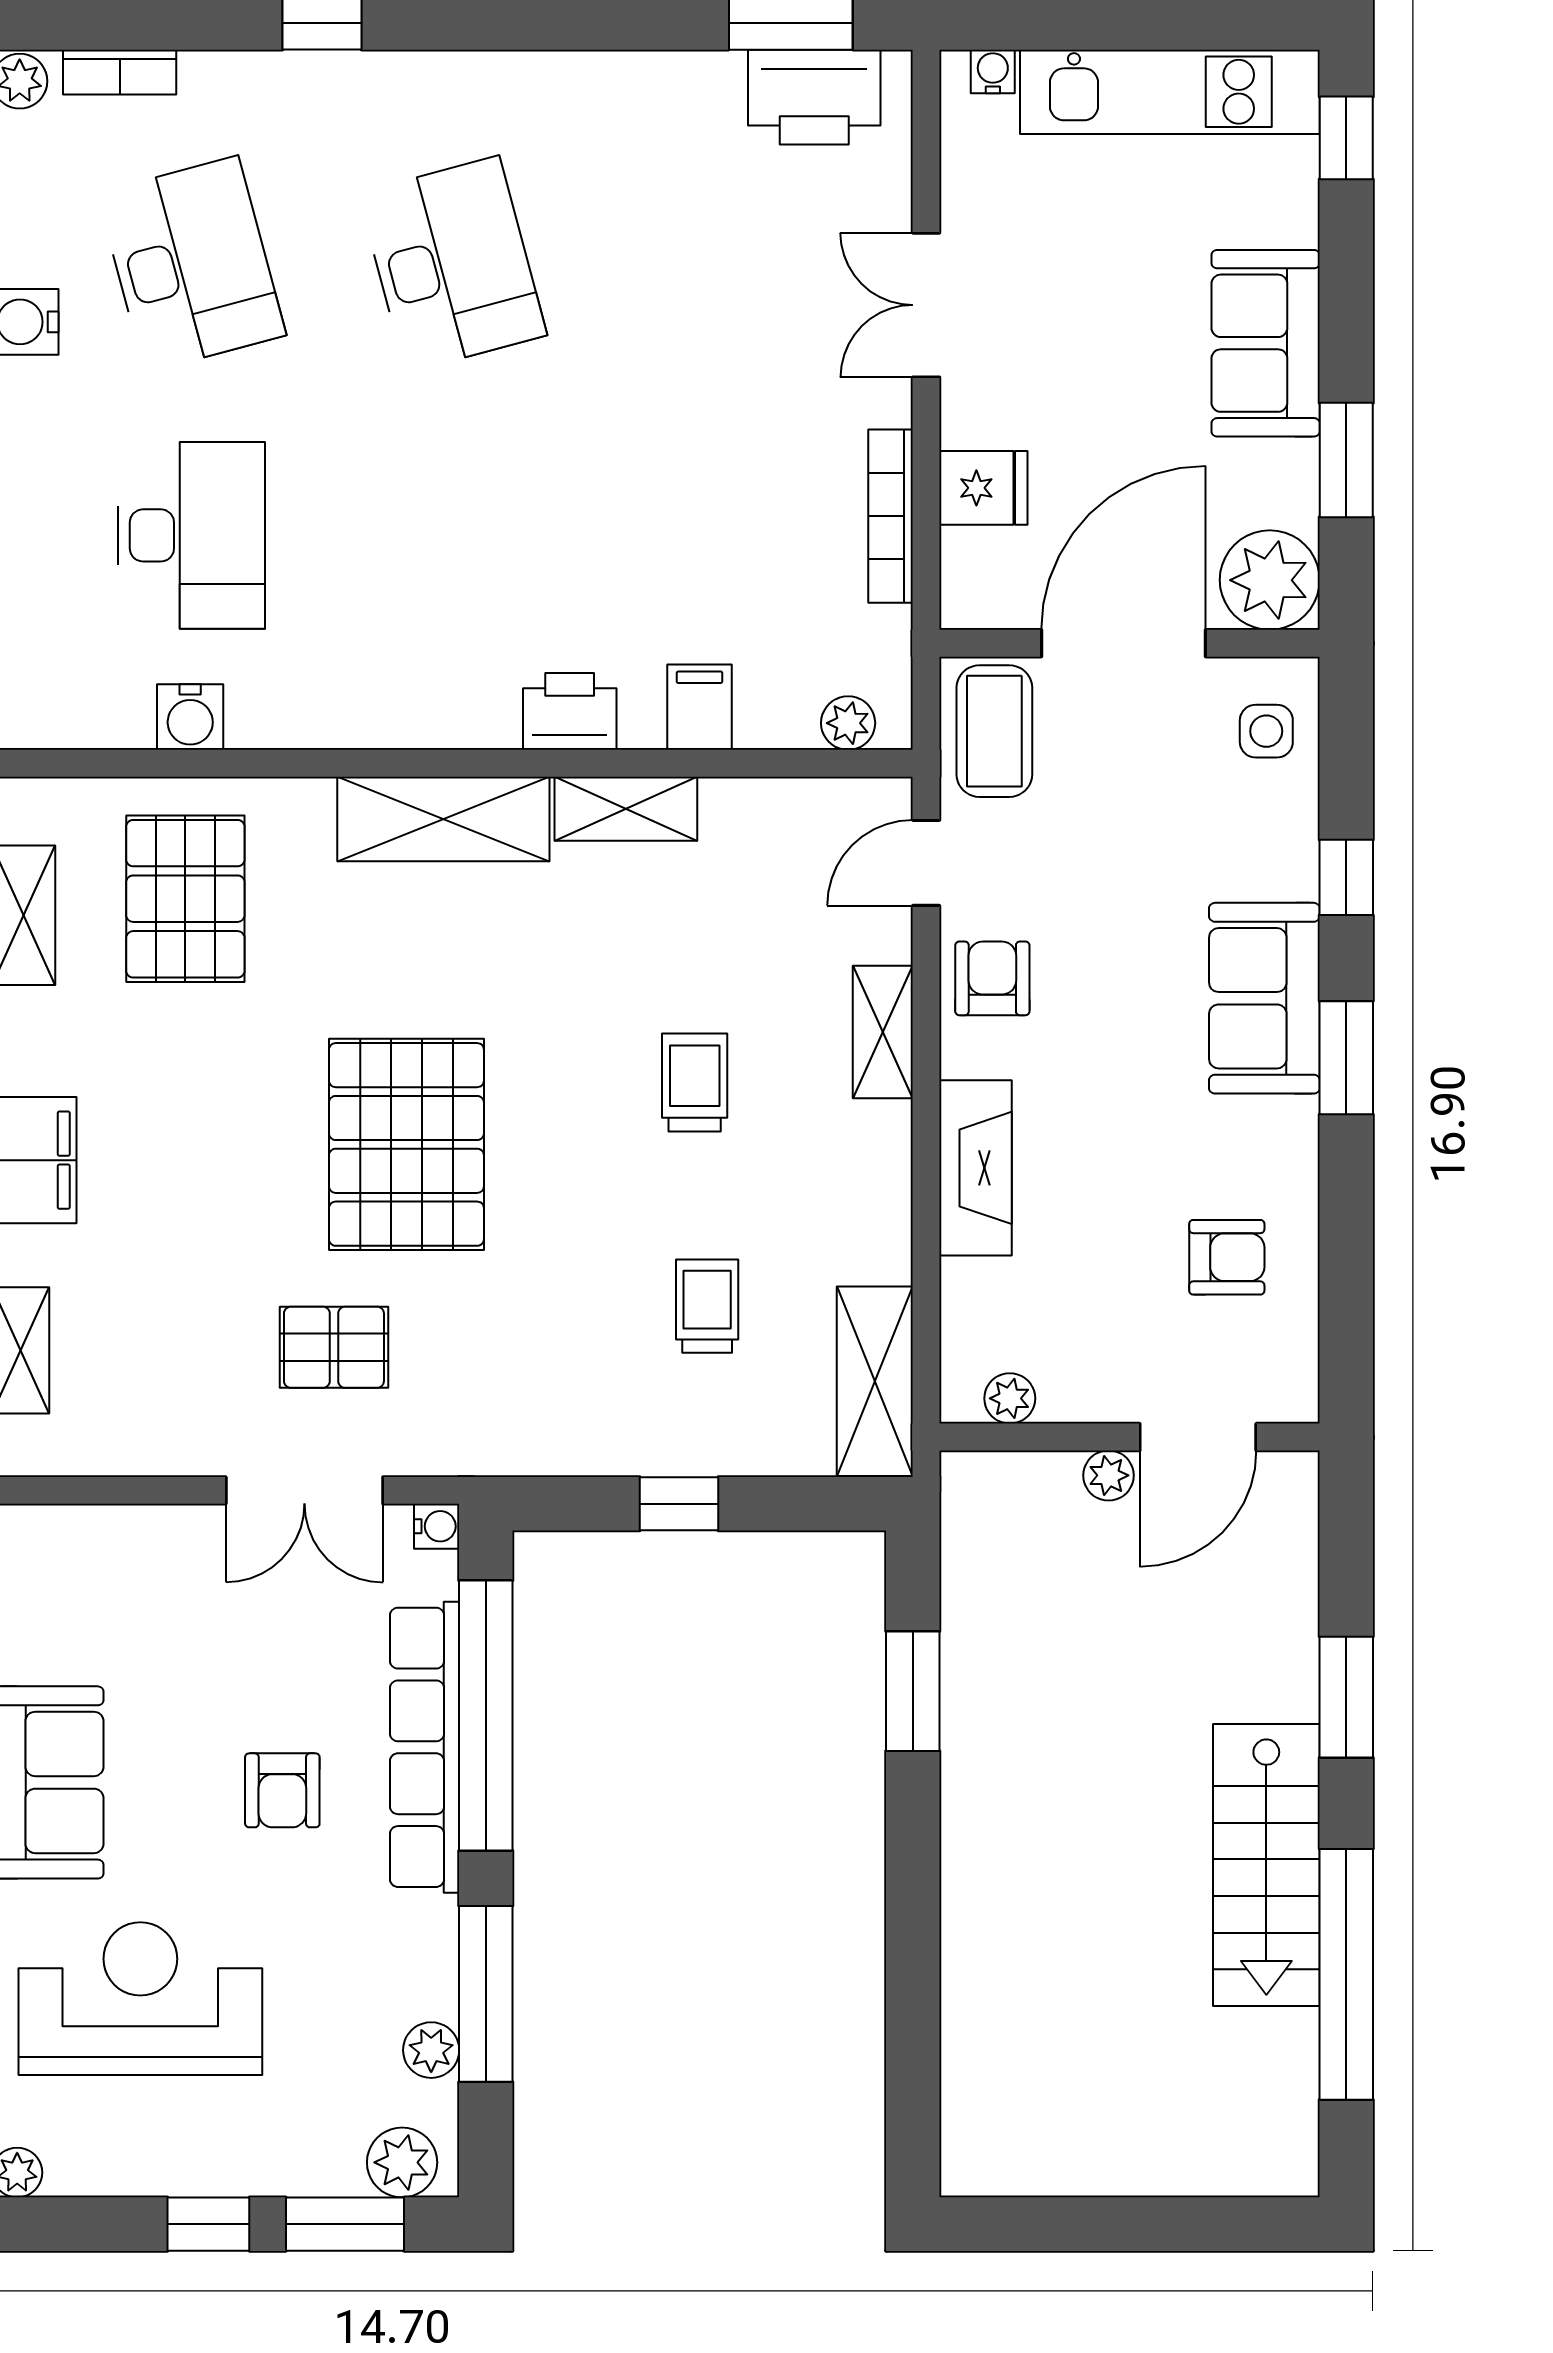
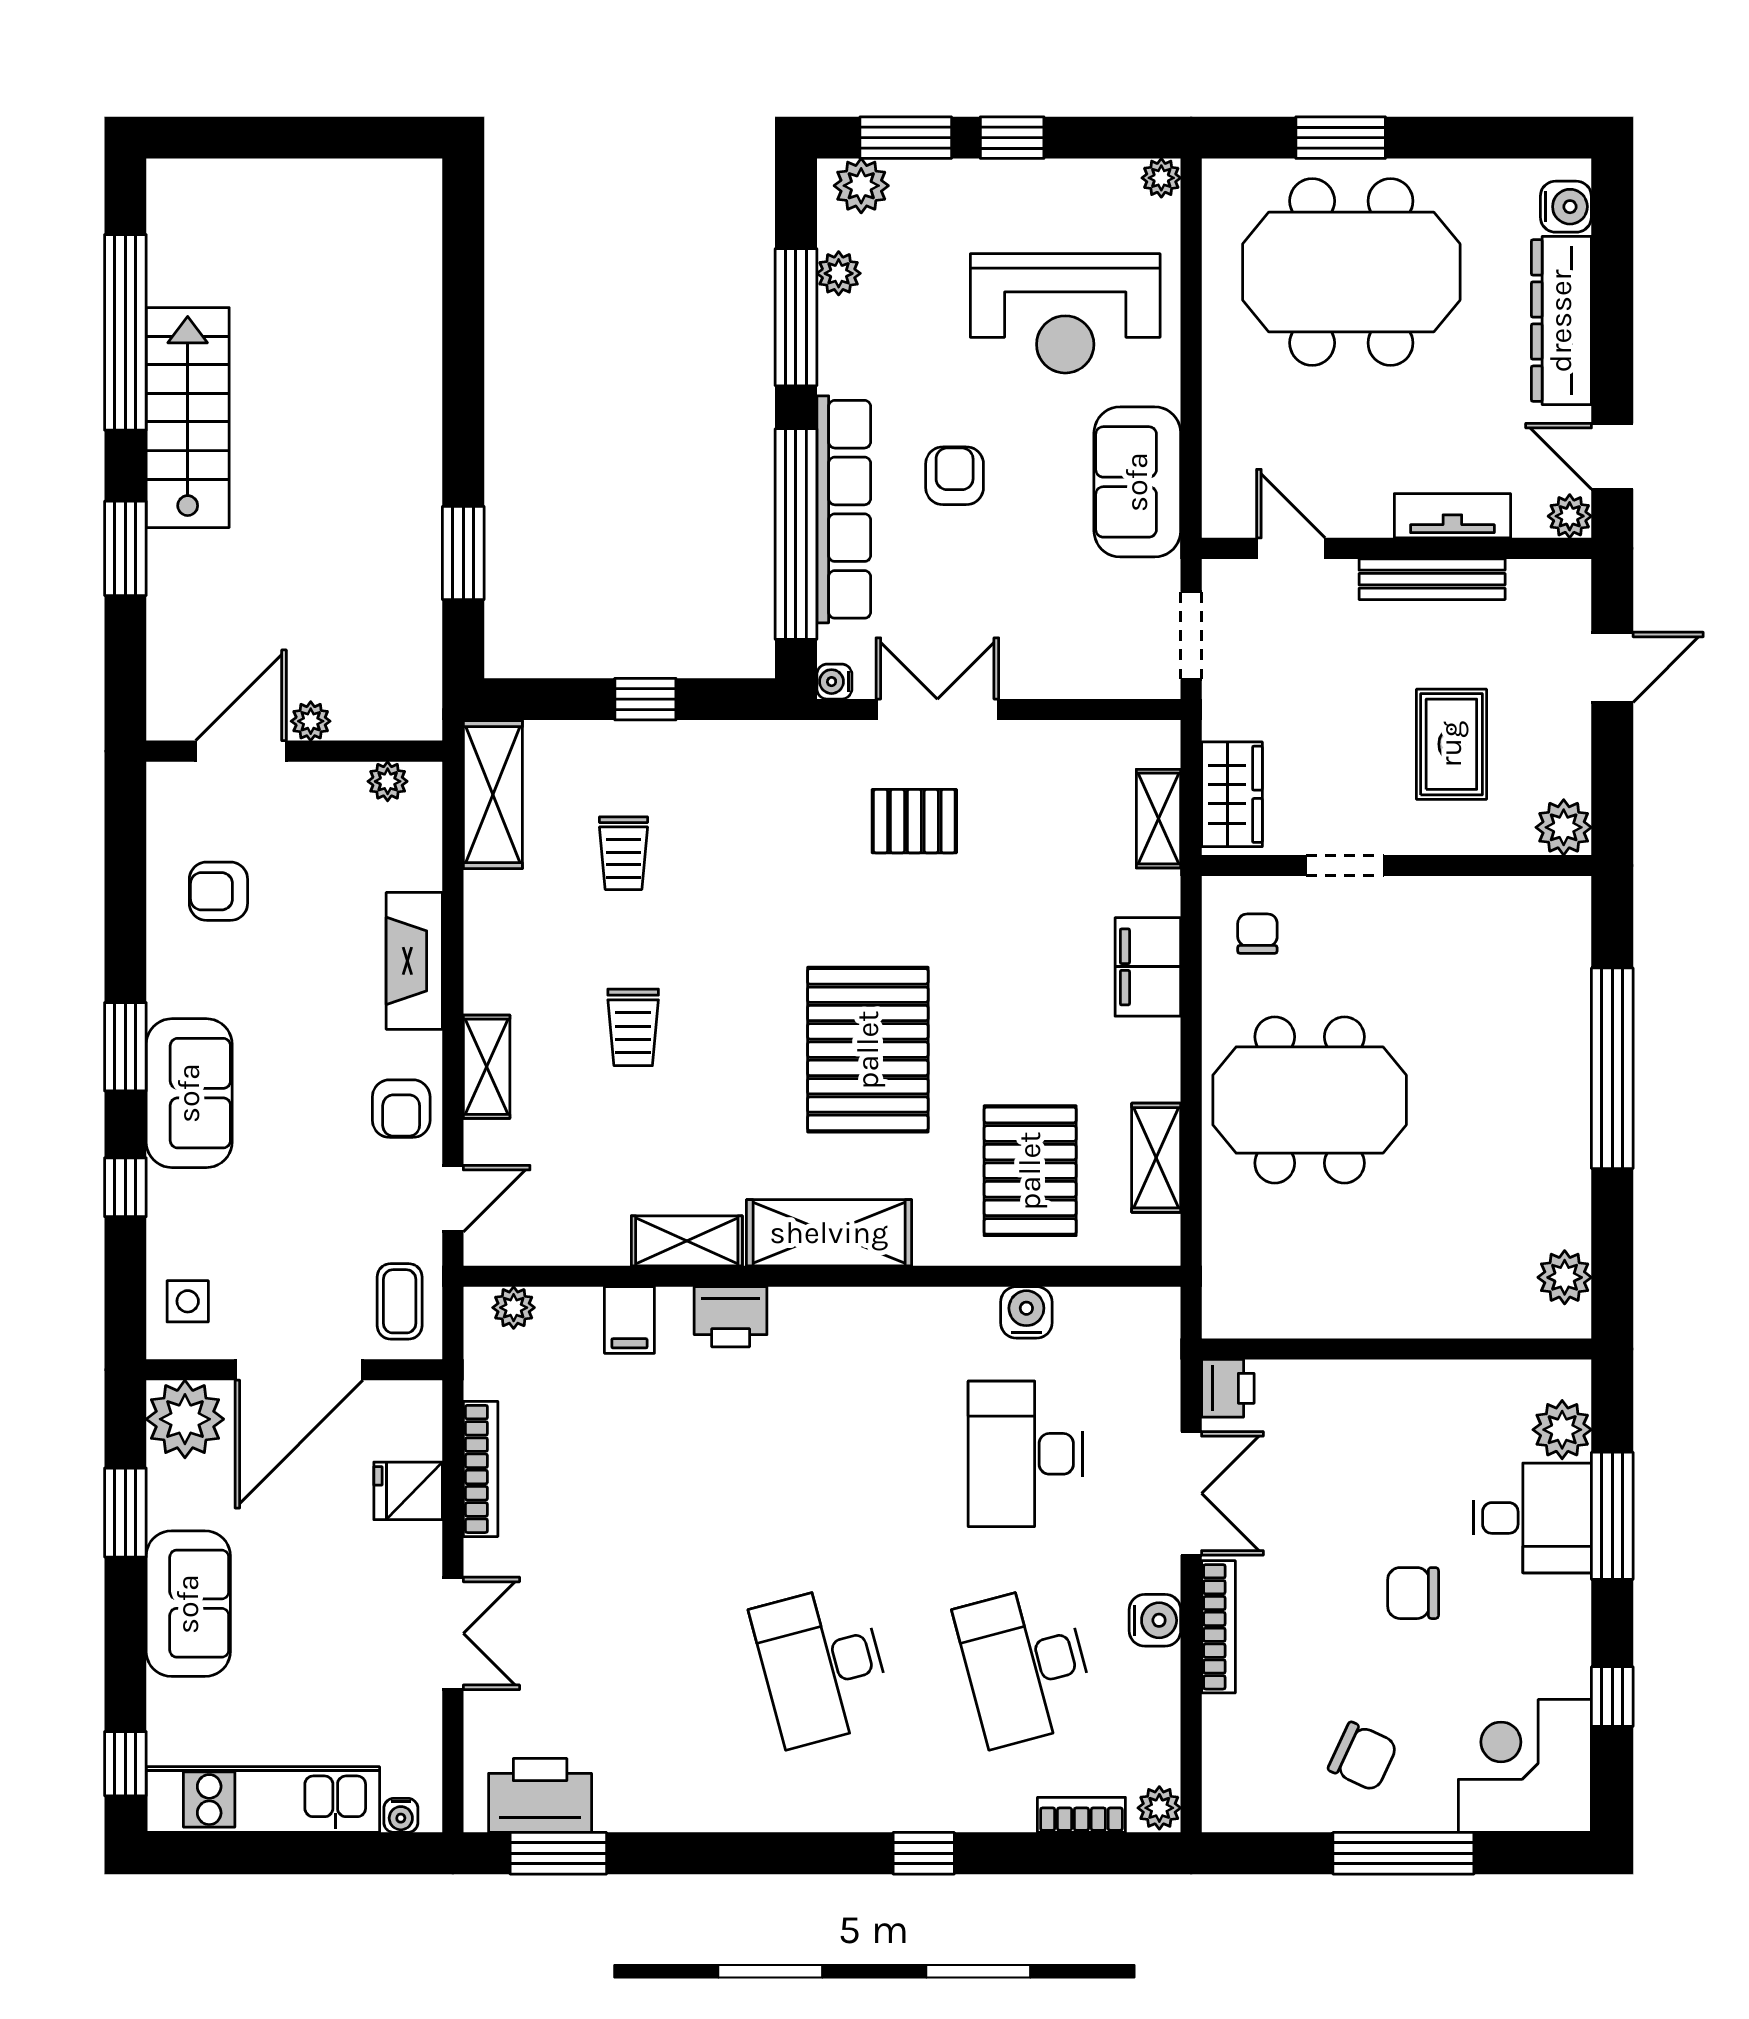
coffee table: (994, 731) -> (400, 1301), width x0.73, depth x0.77
pallet: (406, 1144) -> (868, 1050), moved

